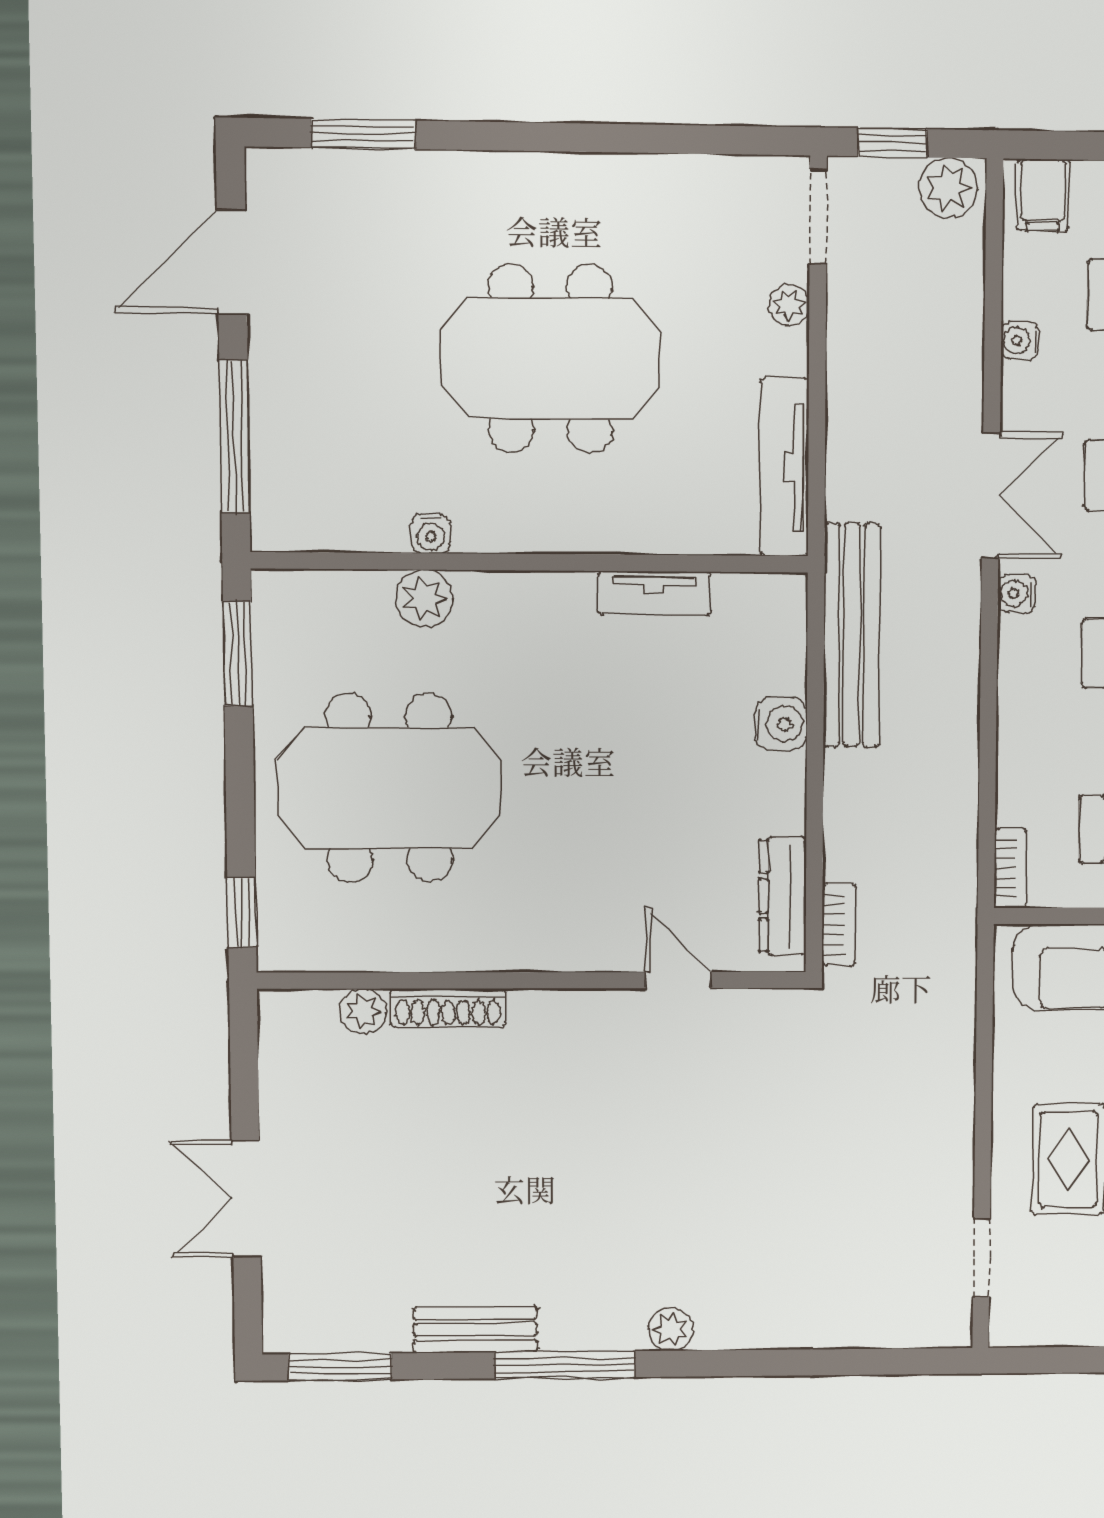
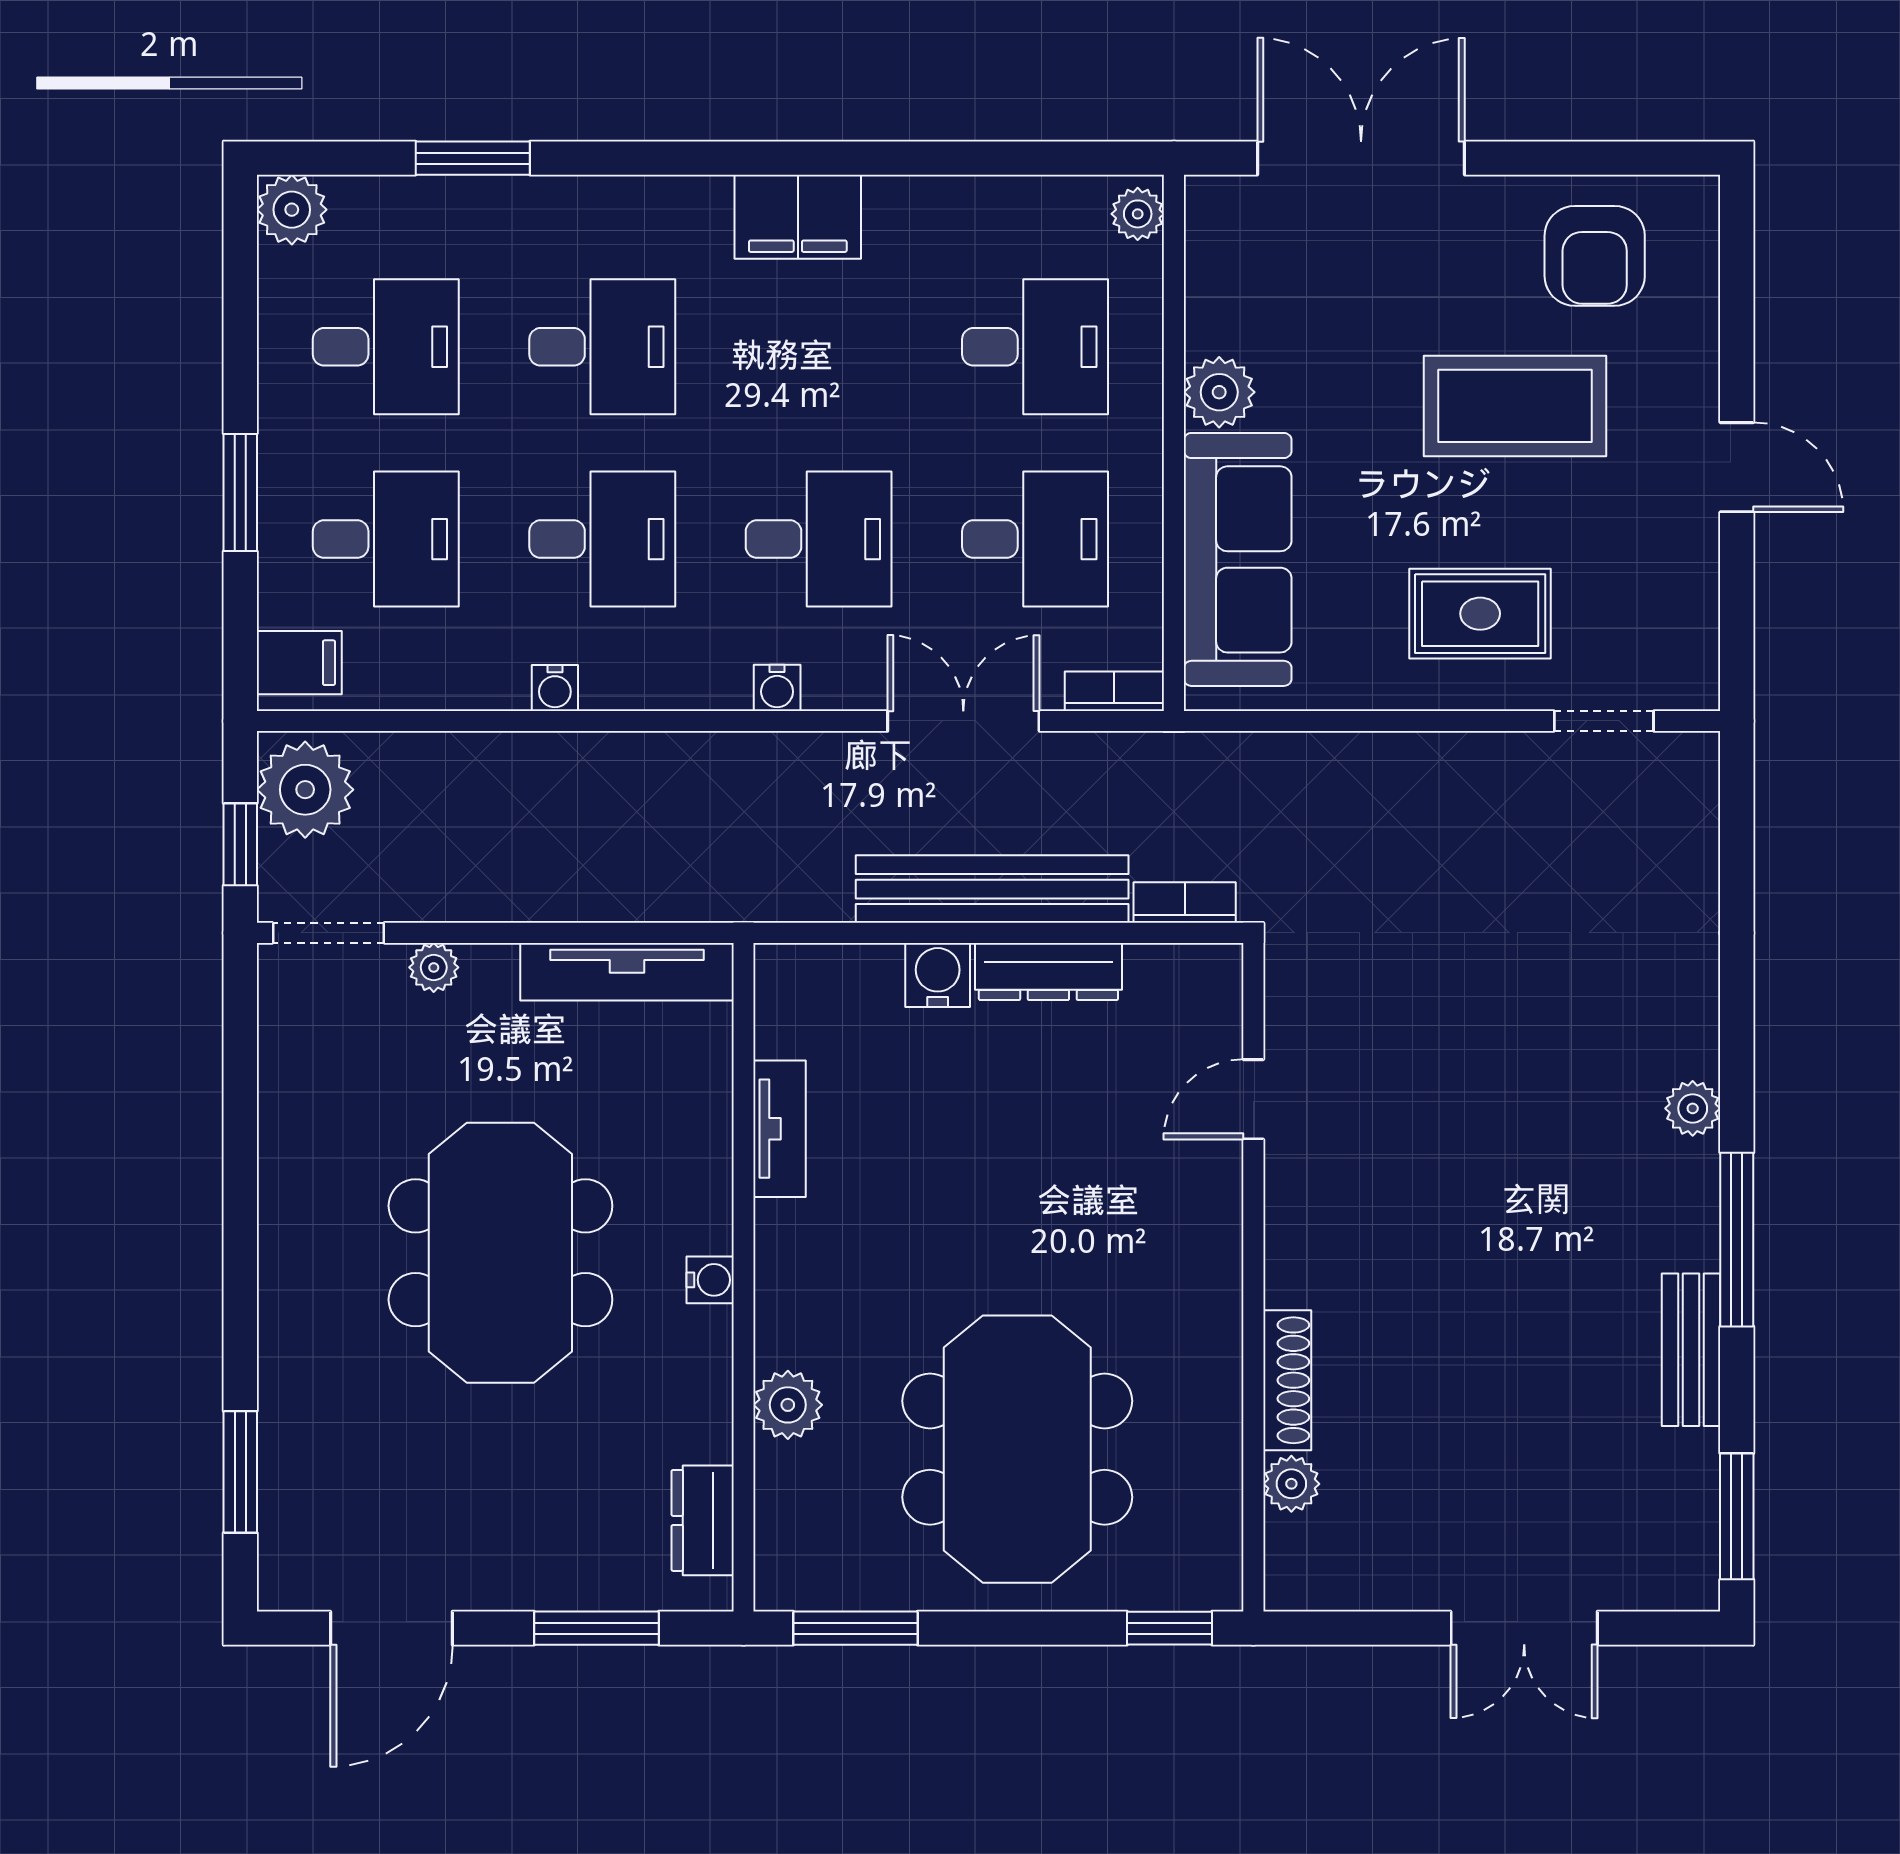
plant: (948, 188) -> (305, 790), width x1.36, depth x1.36
door: (232, 262) -> (391, 1628), hinge flipped
water cooler: (1020, 341) -> (555, 688), moved
window: (235, 436) -> (596, 1628), width x0.69
double door: (991, 495) -> (963, 721), moved
dresser: (327, 527) -> (703, 1520), added
water cooler: (431, 534) -> (710, 1280), moved
bench: (852, 635) -> (992, 889), moved
dresser: (783, 896) -> (1048, 972), moved

